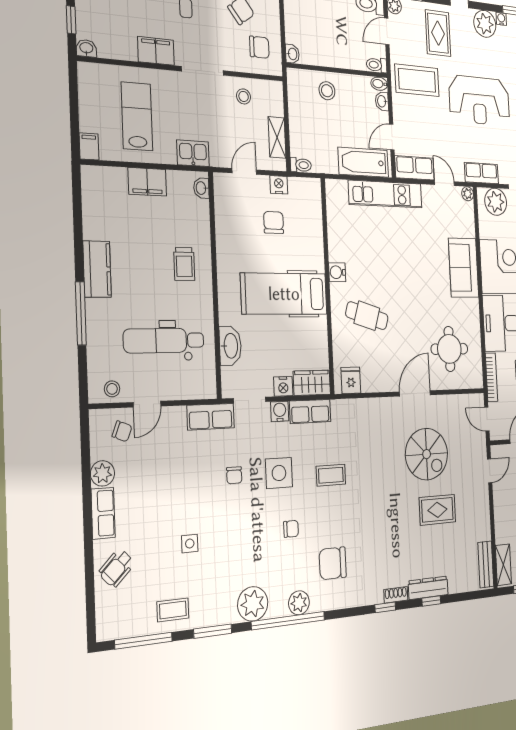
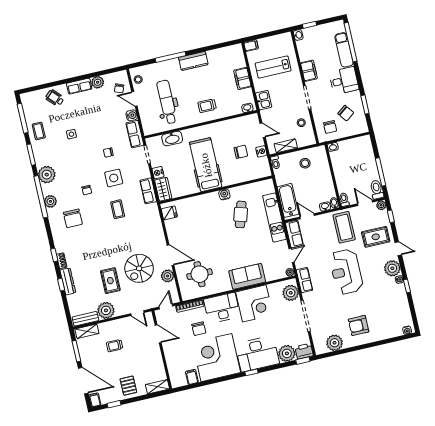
stool: (327, 91) -> (305, 163), moved
lab bench: (137, 116) -> (273, 67), turned 180
cafe table: (367, 316) -> (241, 214), moved
plant: (444, 406) -> (167, 276), added
water cooler: (280, 411) -> (132, 115), moved
plant: (479, 526) -> (106, 310), added
chair: (333, 563) -> (73, 218), turned 180

